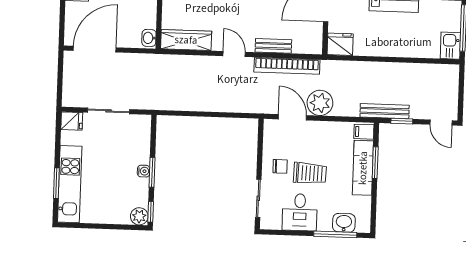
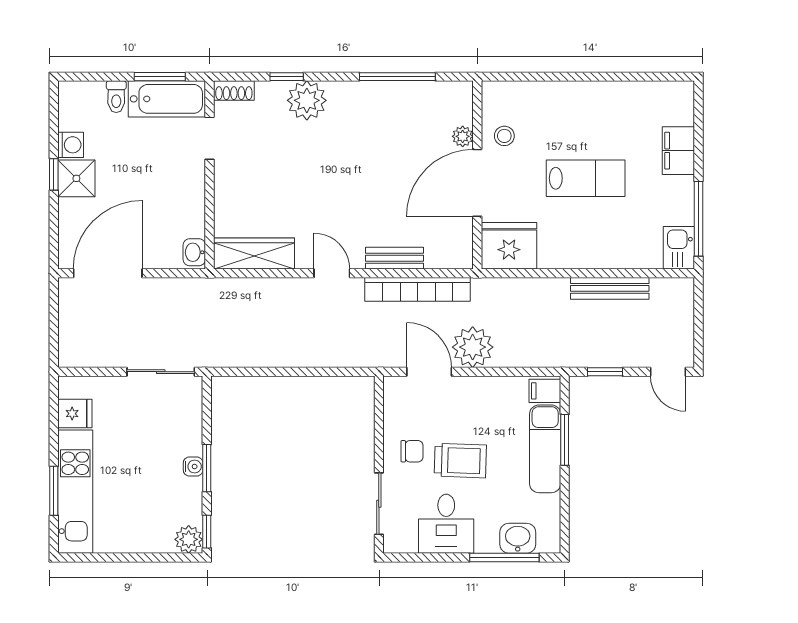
fridge: (340, 44) -> (509, 246), width x1.36, depth x1.34
sliding door: (108, 111) -> (161, 372), moved
bench: (385, 111) -> (610, 288), moved
fridge: (72, 121) -> (75, 414), moved

